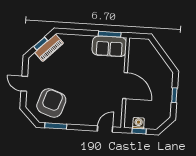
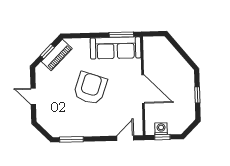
sofa: (109, 46) -> (116, 48), width x1.36
armchair: (51, 103) -> (90, 88), moved

